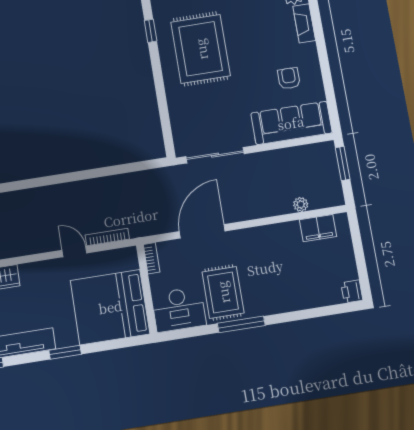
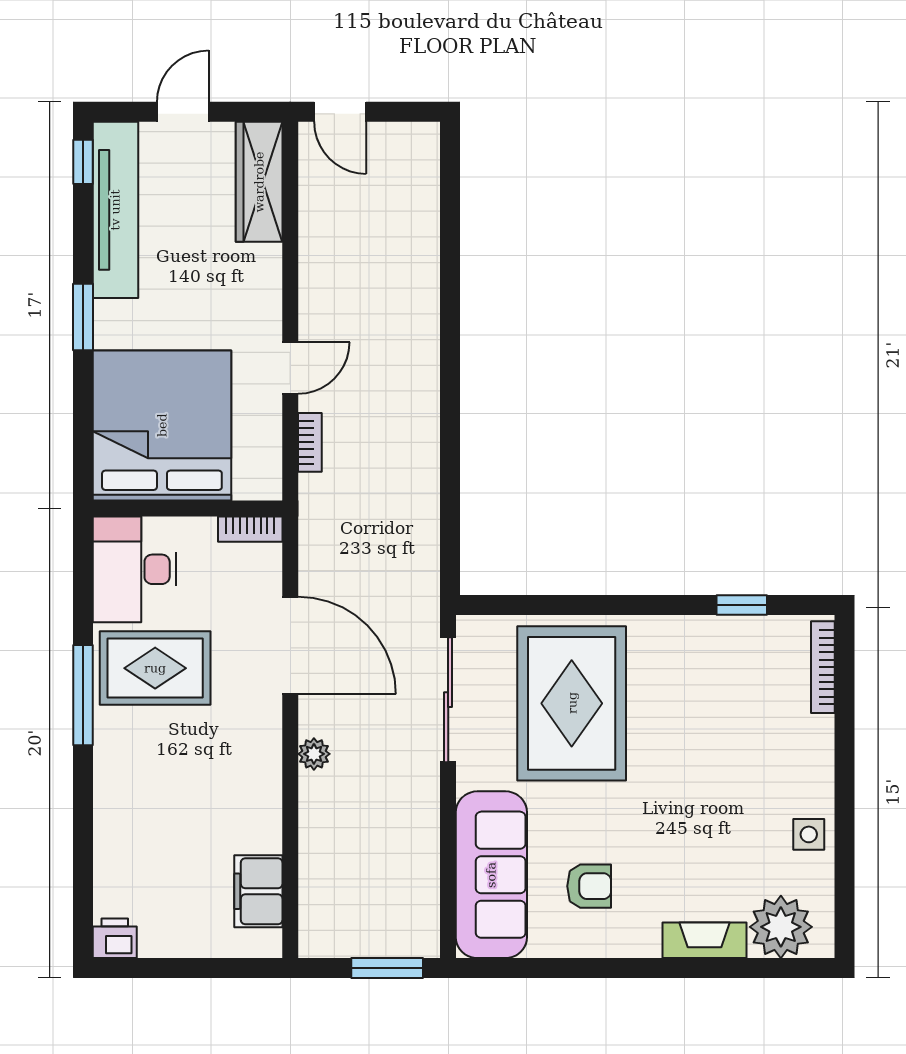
rug: (201, 49) -> (572, 703), moved, turned 90
plant: (301, 204) -> (314, 754), moved
bookcase: (107, 237) -> (310, 442), width x0.64

